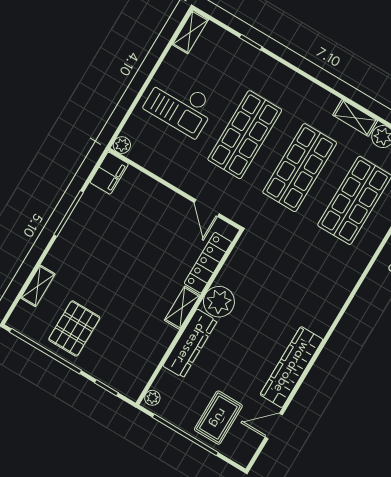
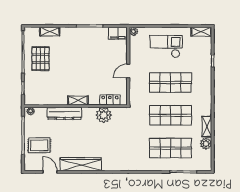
checkout: (180, 105) -> (166, 46), turned 90
door: (207, 208) -> (128, 71), moved
locker: (208, 263) -> (110, 100), width x0.66
plant: (219, 302) -> (104, 115), moved
pallet: (74, 328) -> (41, 59), turned 90

